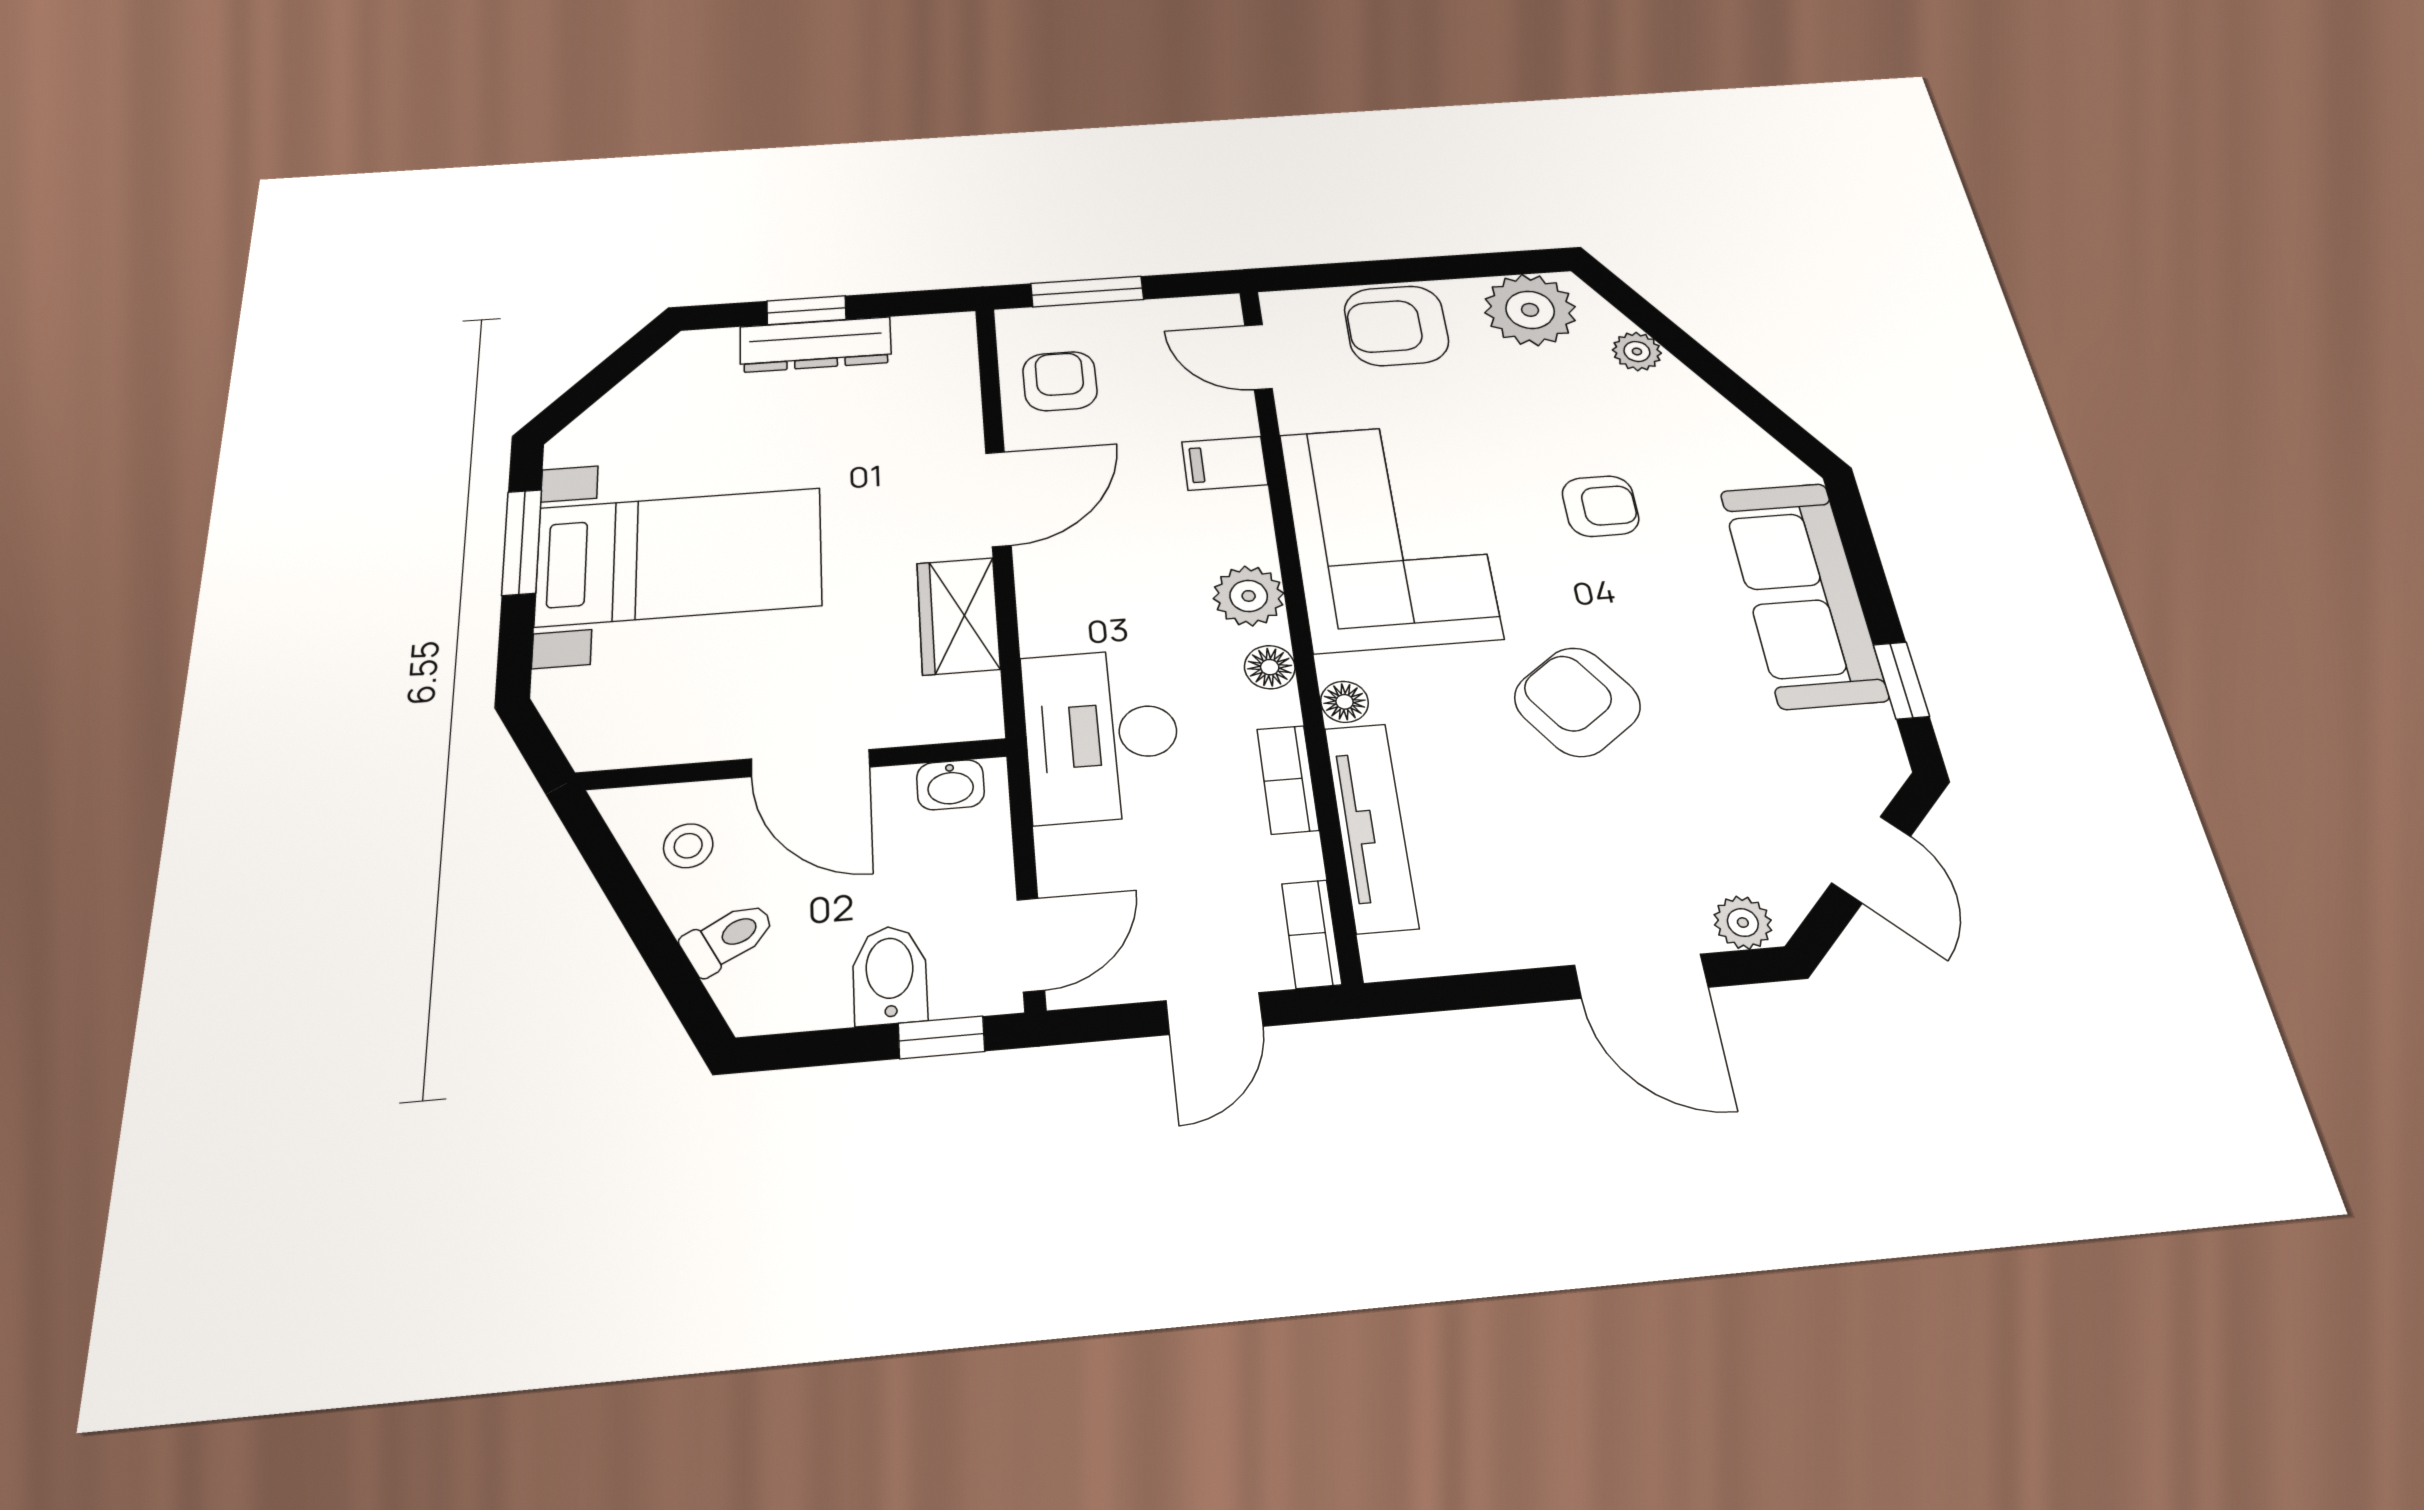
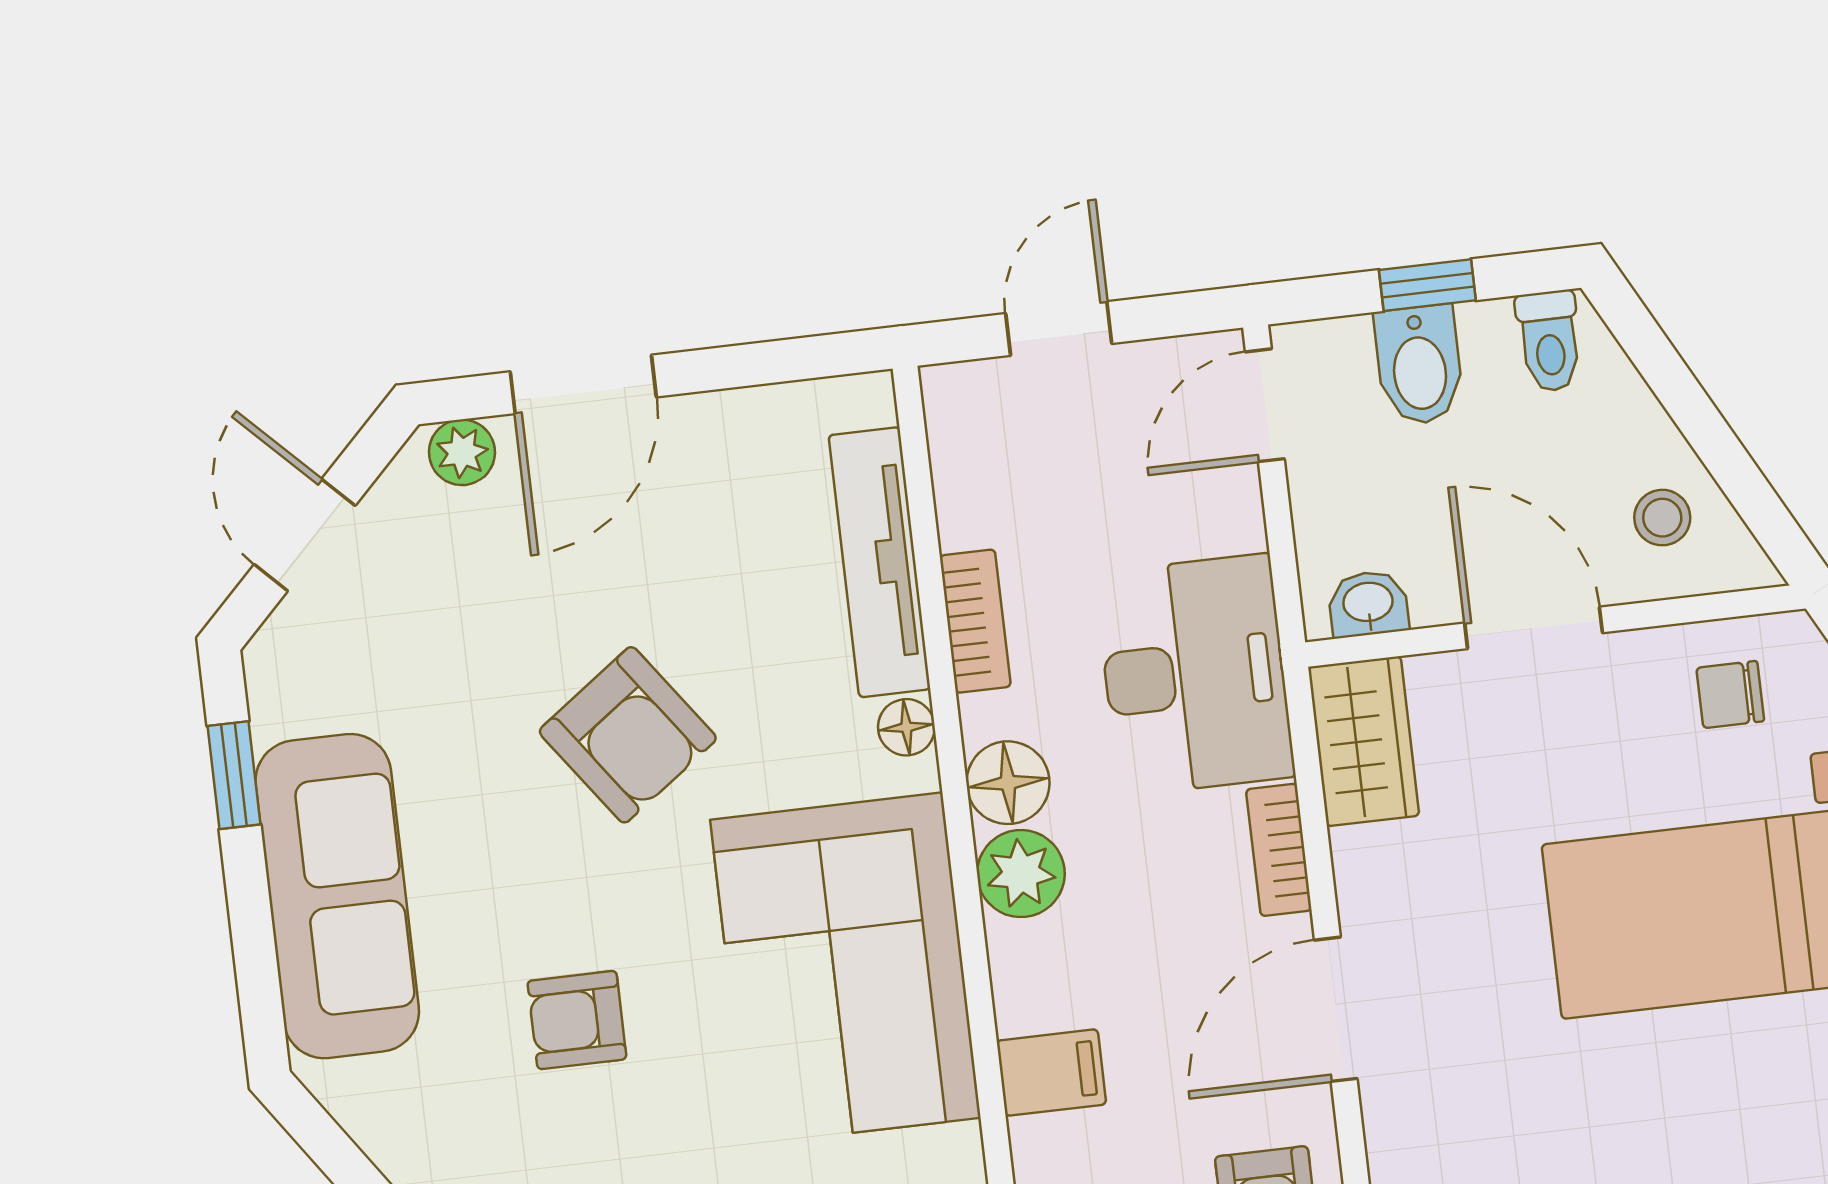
wardrobe: (958, 616) -> (1364, 741), moved
floor lamp: (1270, 667) -> (1008, 783), width x1.37, depth x1.37
chair: (650, 710) -> (1730, 695), added
bookcase: (1312, 934) -> (1279, 850), moved, turned 180
toilet: (728, 938) -> (1549, 341), moved, turned -62
door: (1641, 976) -> (583, 384), swing flipped
window: (941, 1037) -> (1427, 285), moved

